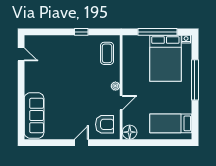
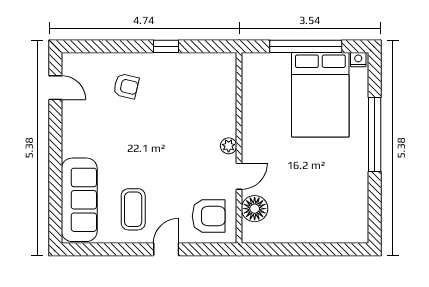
coffee table: (107, 53) -> (133, 209), moved
armchair: (60, 54) -> (126, 86), added
bed: (171, 123) -> (330, 214), removed
floor lamp: (130, 132) -> (255, 209), moved

